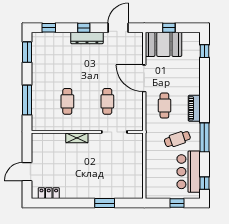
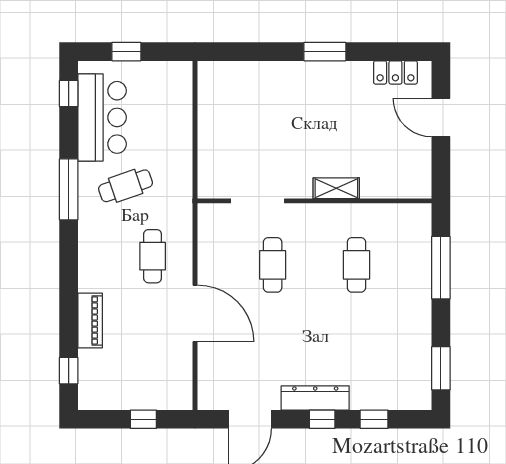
window: (49, 28) -> (374, 419), moved
booth: (163, 44) -> (155, 385), removed
piano: (194, 108) -> (90, 321), moved
door: (27, 172) -> (441, 117), swing flipped
window: (105, 203) -> (325, 52), moved

